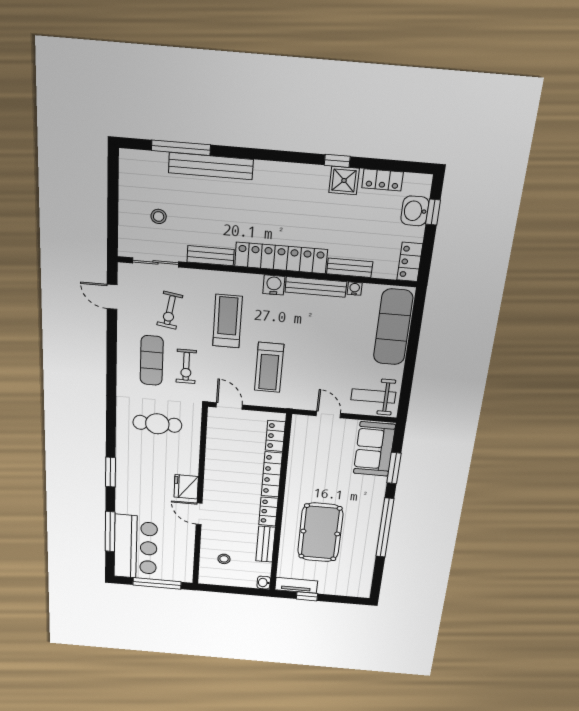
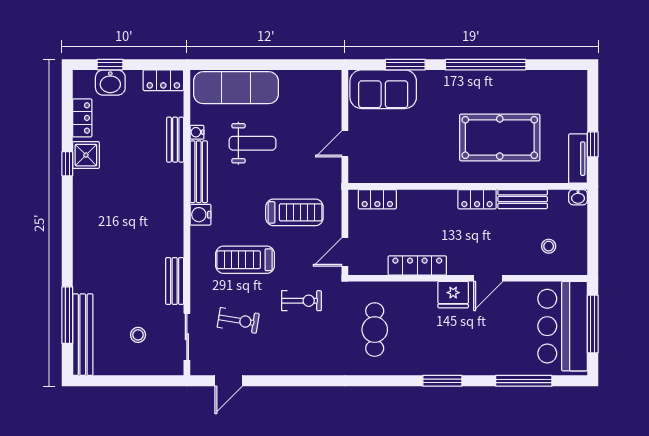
bench: (211, 166) -> (83, 335), moved
locker: (281, 258) -> (171, 210), removed
exercise mat: (152, 360) -> (298, 338), removed
weight bench: (373, 396) -> (253, 143), moved, turned -90
locker: (272, 474) -> (417, 265), moved, turned 180
bar counter: (135, 547) -> (563, 326), moved, turned -90

